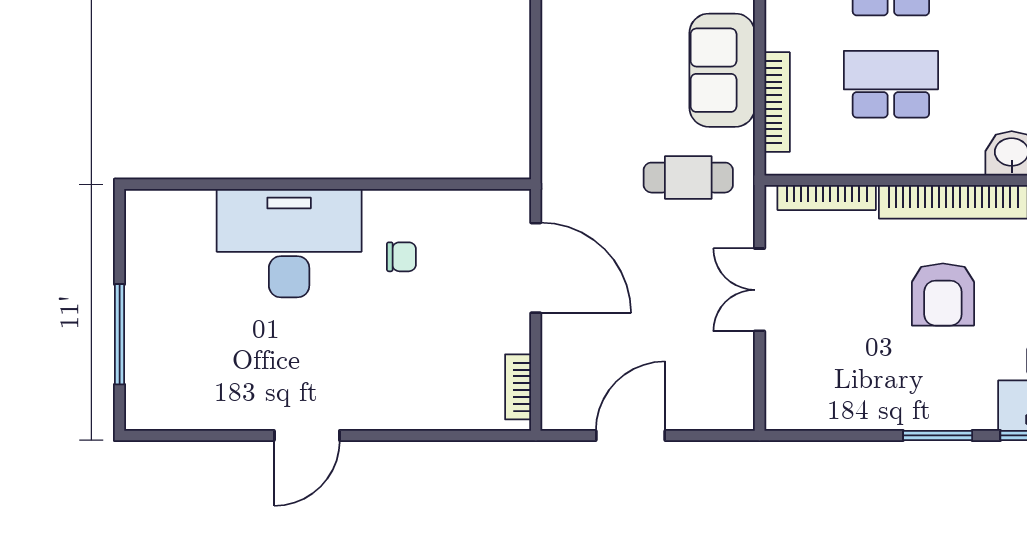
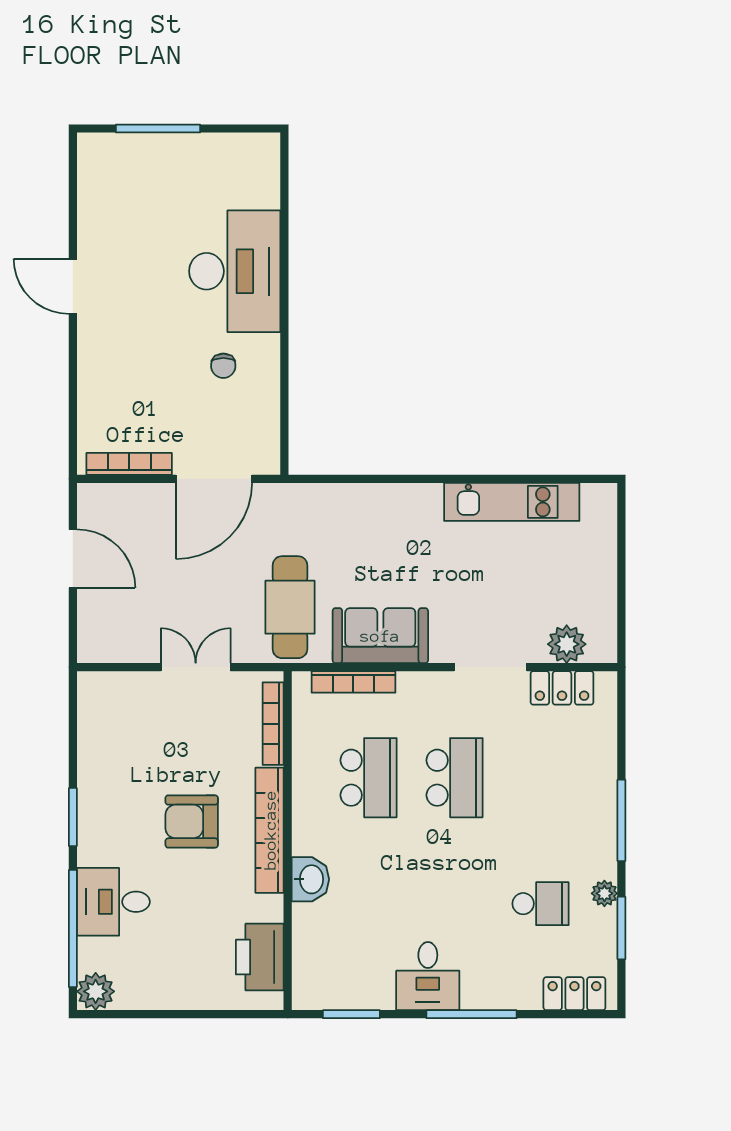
cafe table: (688, 178) -> (290, 607), width x1.37, depth x1.35
bookcase: (518, 387) -> (129, 464), width x1.56

